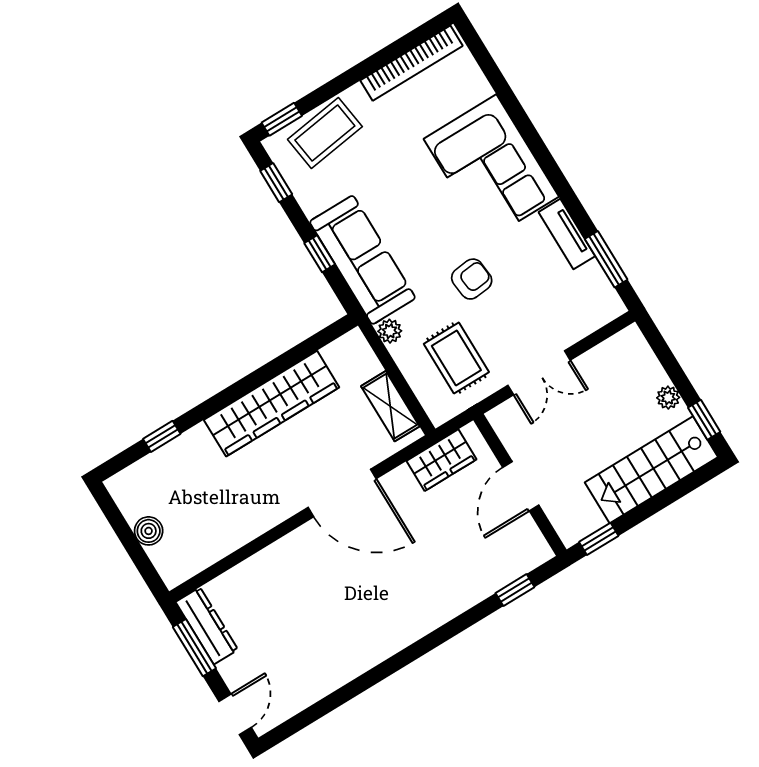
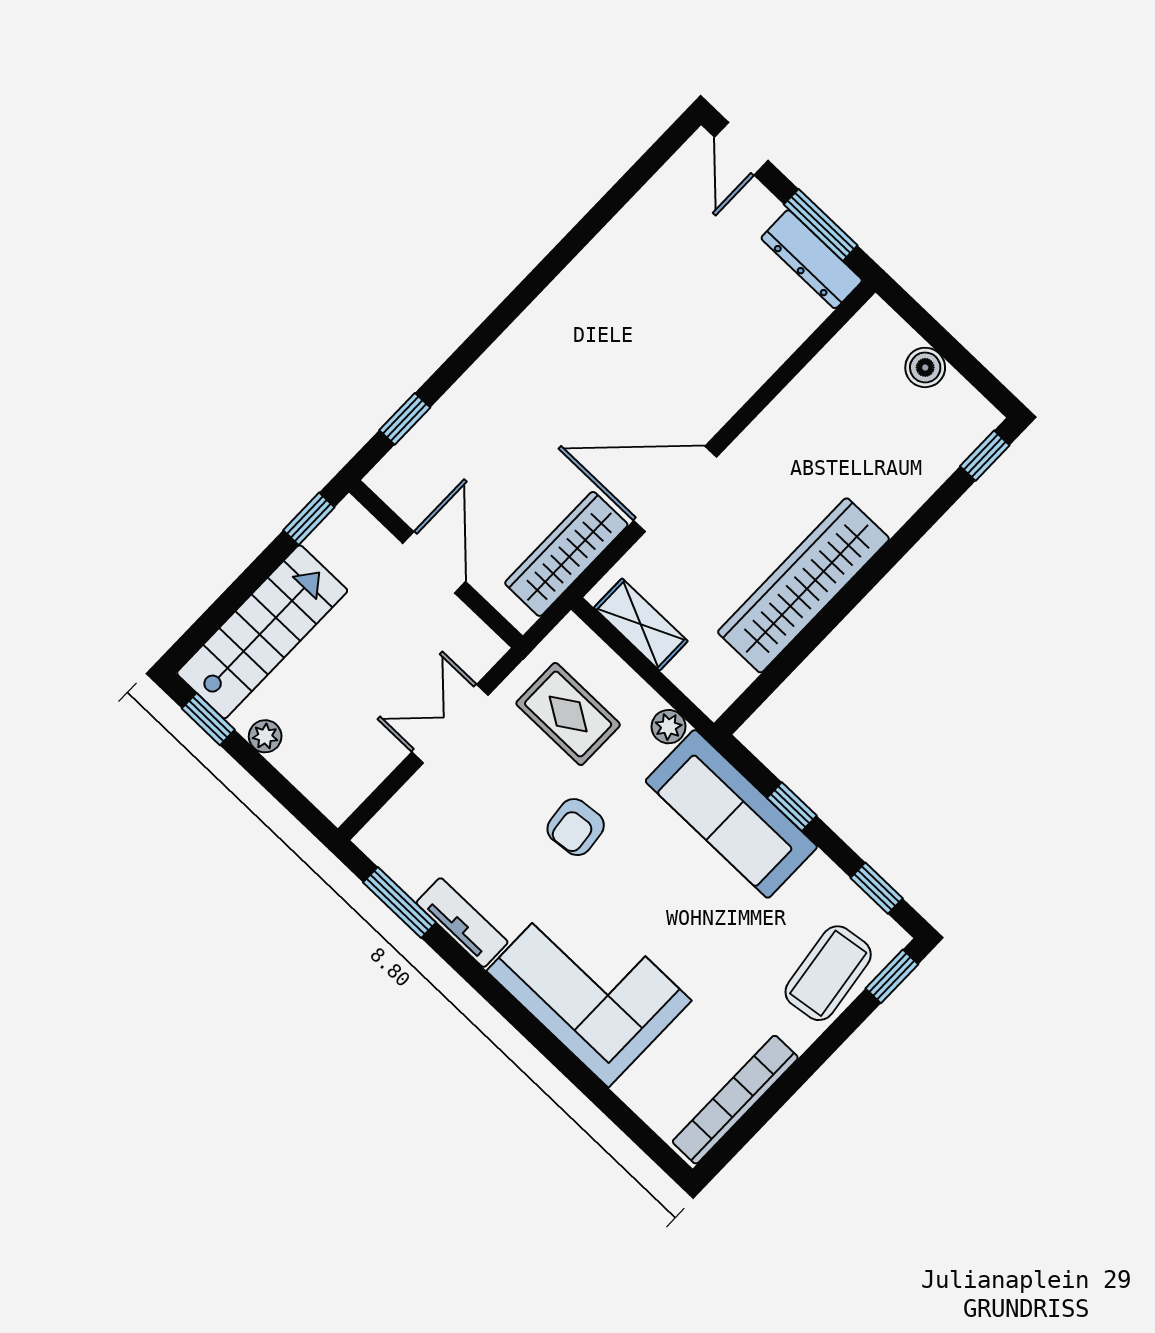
window: (162, 436) -> (985, 456), moved
wardrobe: (442, 460) -> (566, 554), width x1.50

